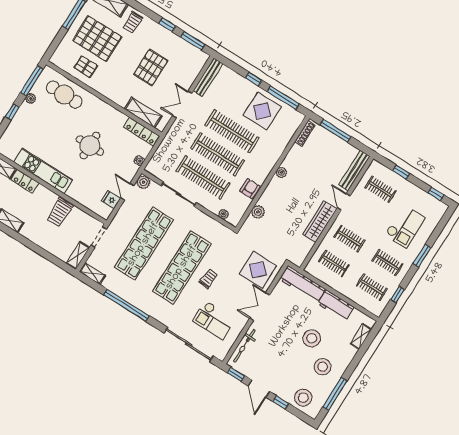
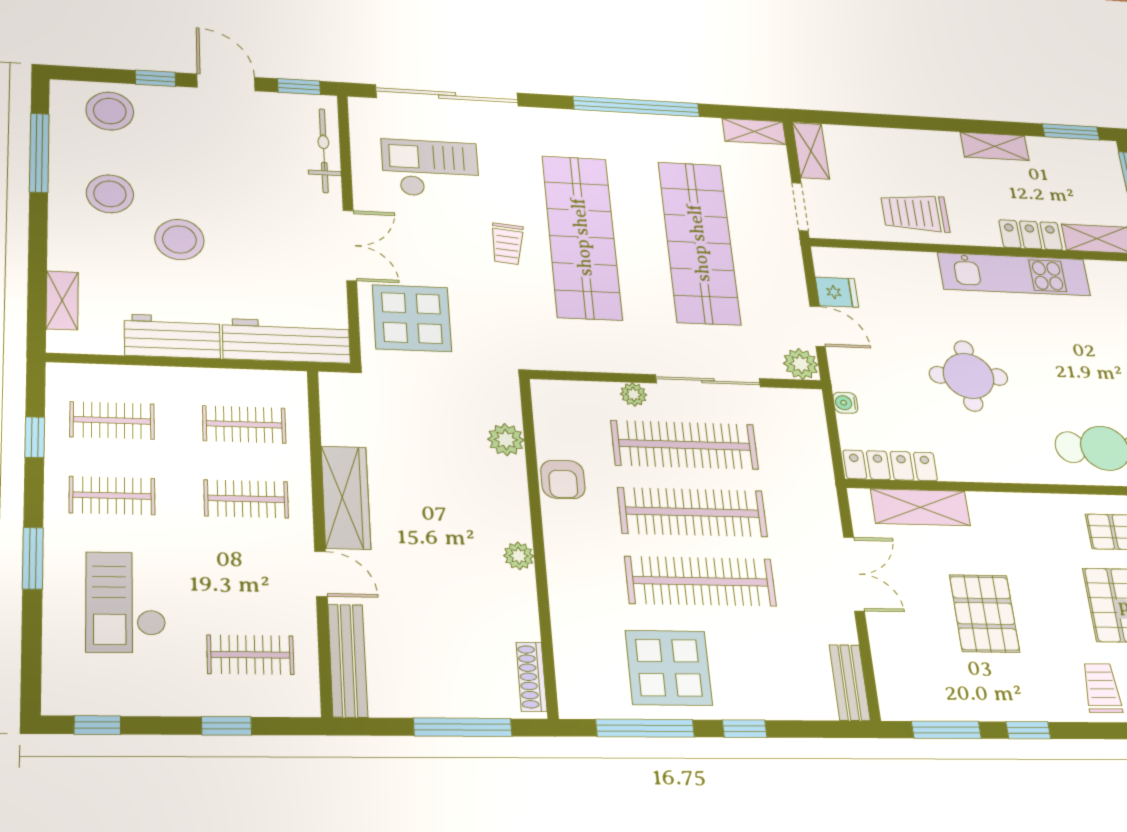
bench: (208, 77) -> (850, 683), width x0.73
trolley: (60, 212) -> (915, 213), turned -90
plant: (223, 214) -> (634, 394), moved

